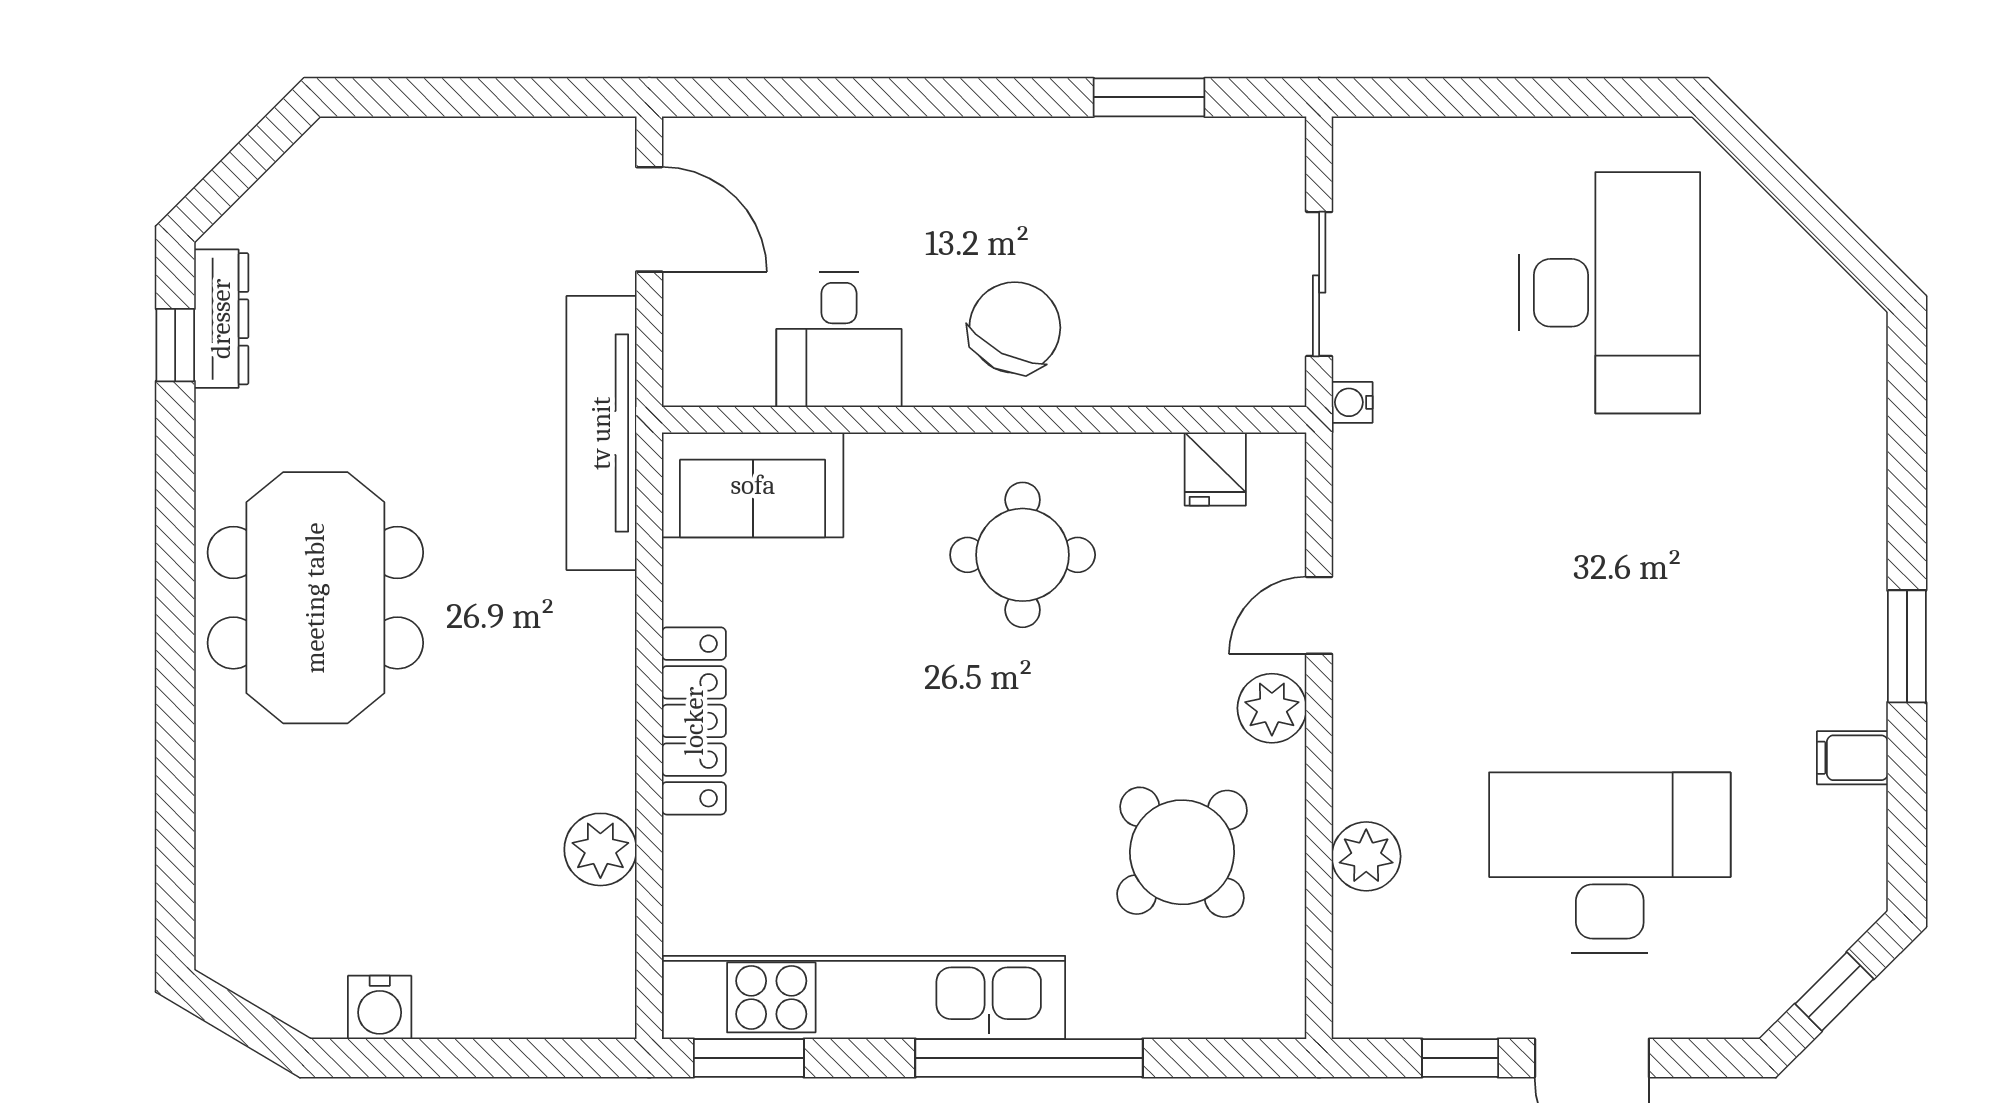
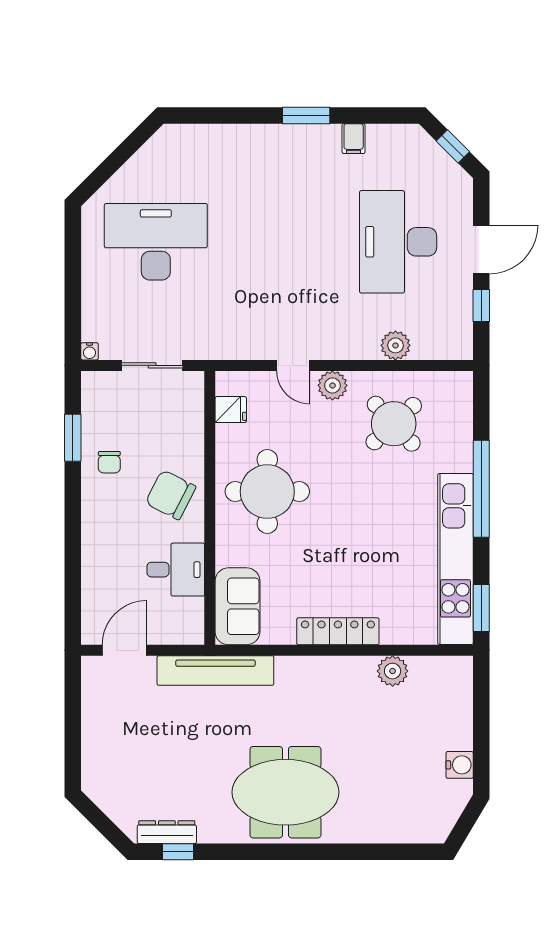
chair: (1092, 183) -> (109, 462), added
water cooler: (1352, 402) -> (90, 351), moved
round table: (1023, 555) -> (267, 492), width x1.36, depth x1.36

